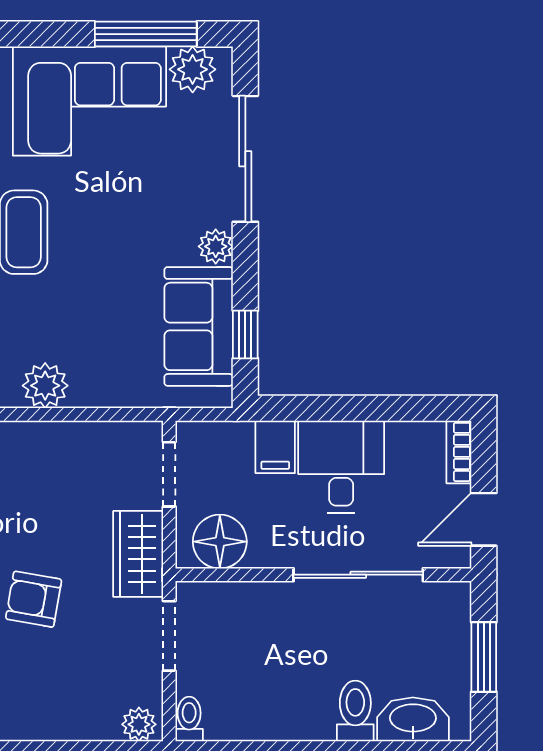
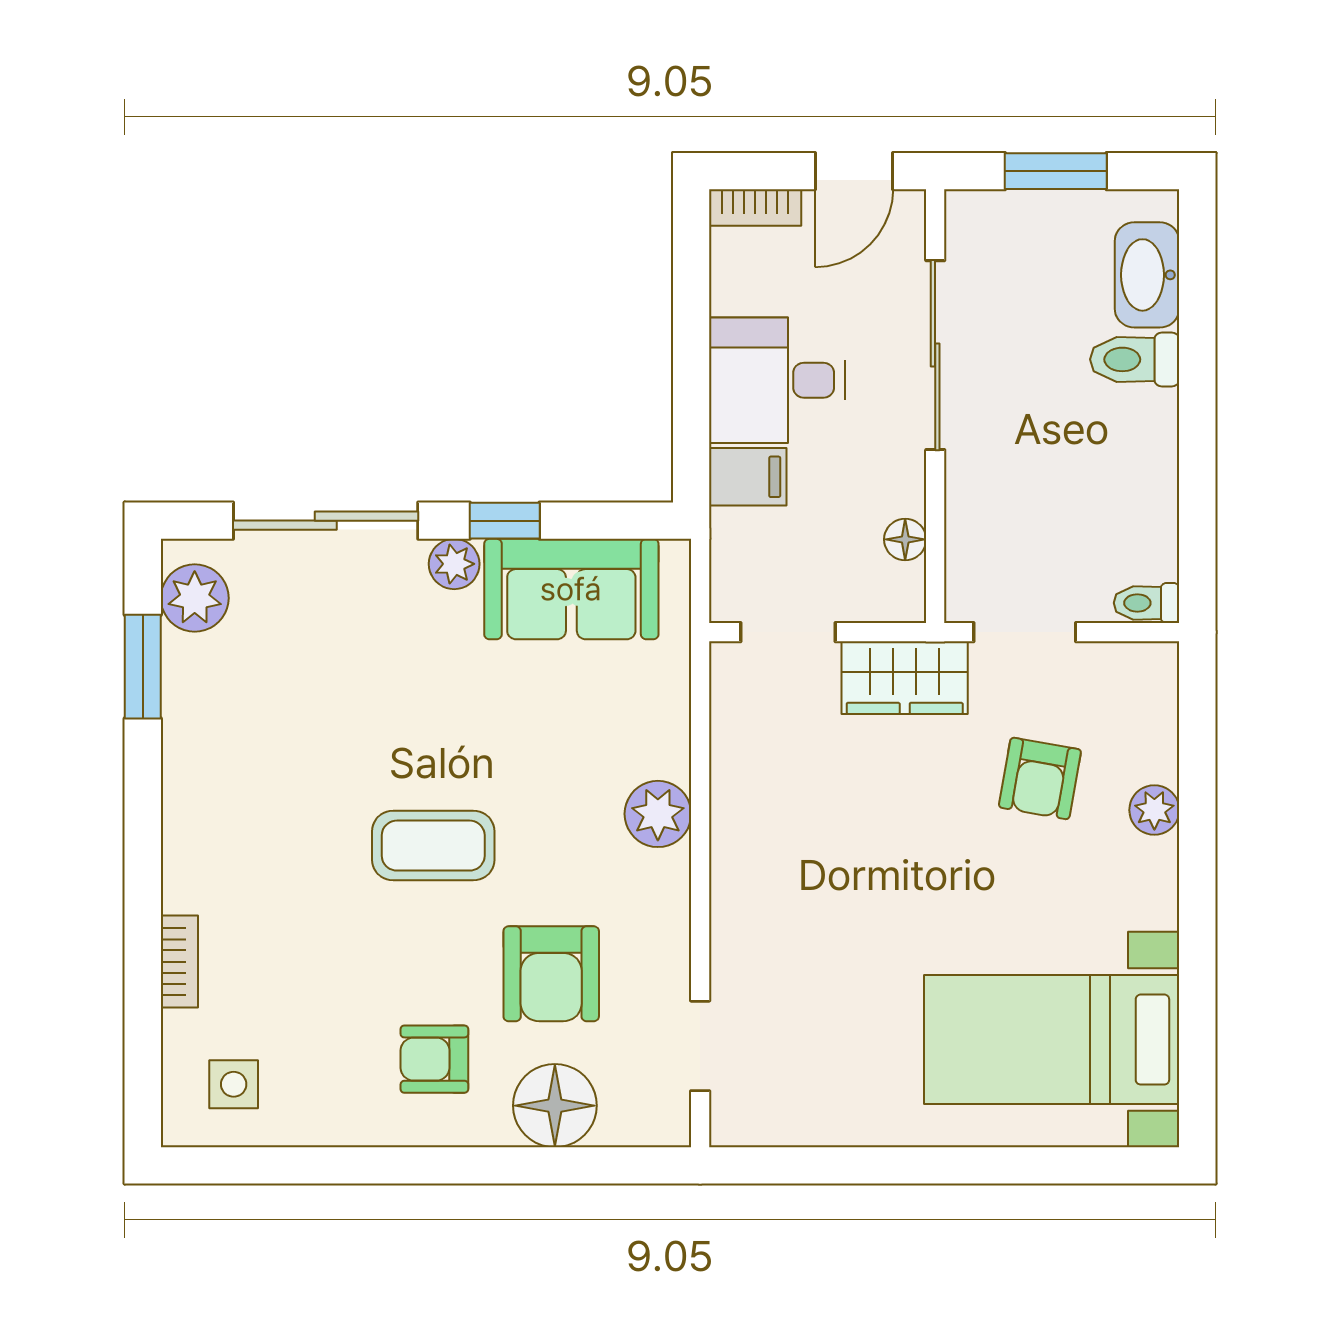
window: (146, 34) -> (143, 667), width x0.69
corner sofa: (89, 101) -> (241, 749), removed
window: (245, 334) -> (505, 521), moved
door: (484, 519) -> (854, 171), hinge flipped
floor lamp: (220, 542) -> (905, 539), width x0.53, depth x0.53
armchair: (34, 599) -> (1040, 778), moved
plant: (139, 724) -> (1154, 810), moved

